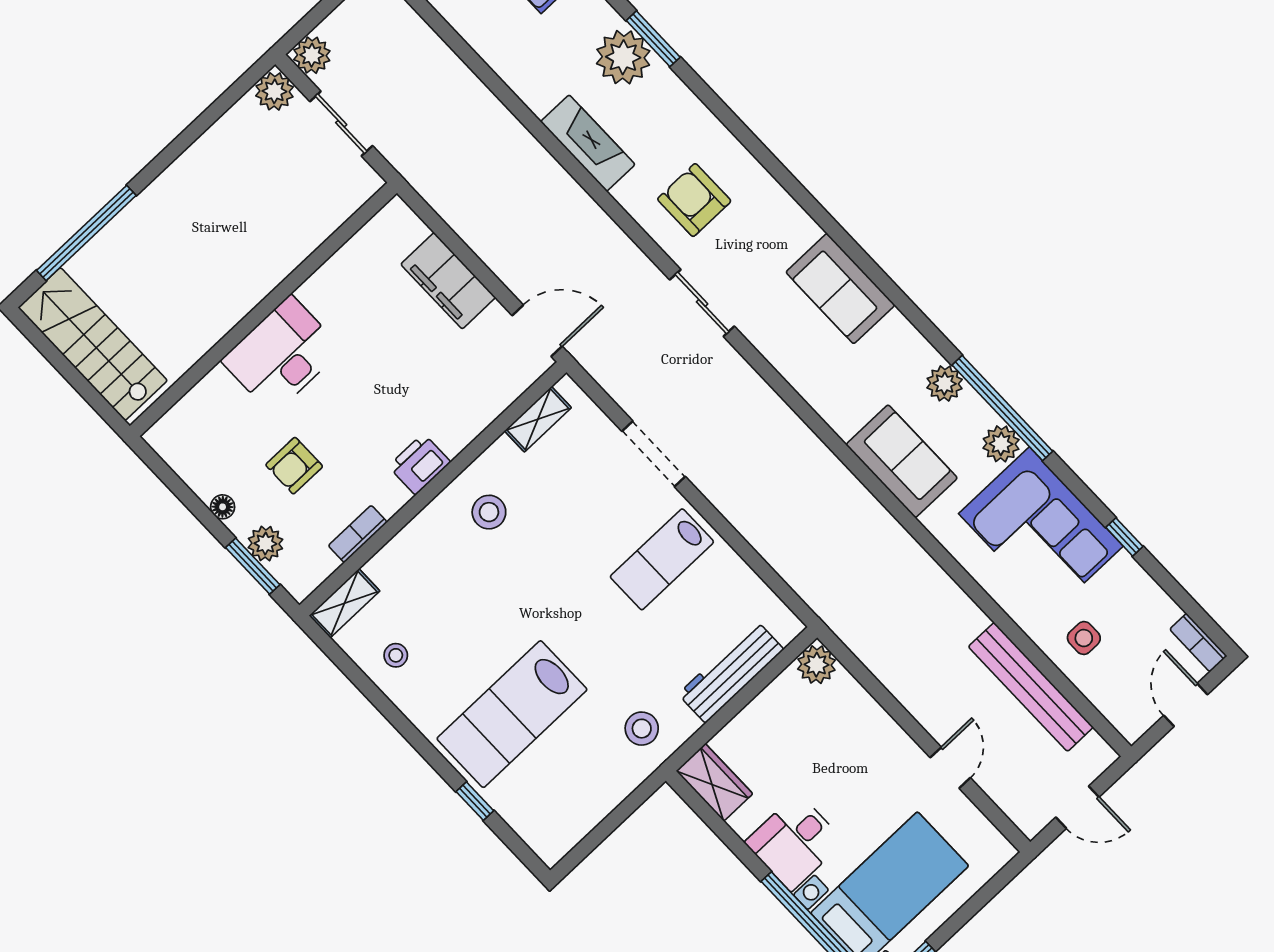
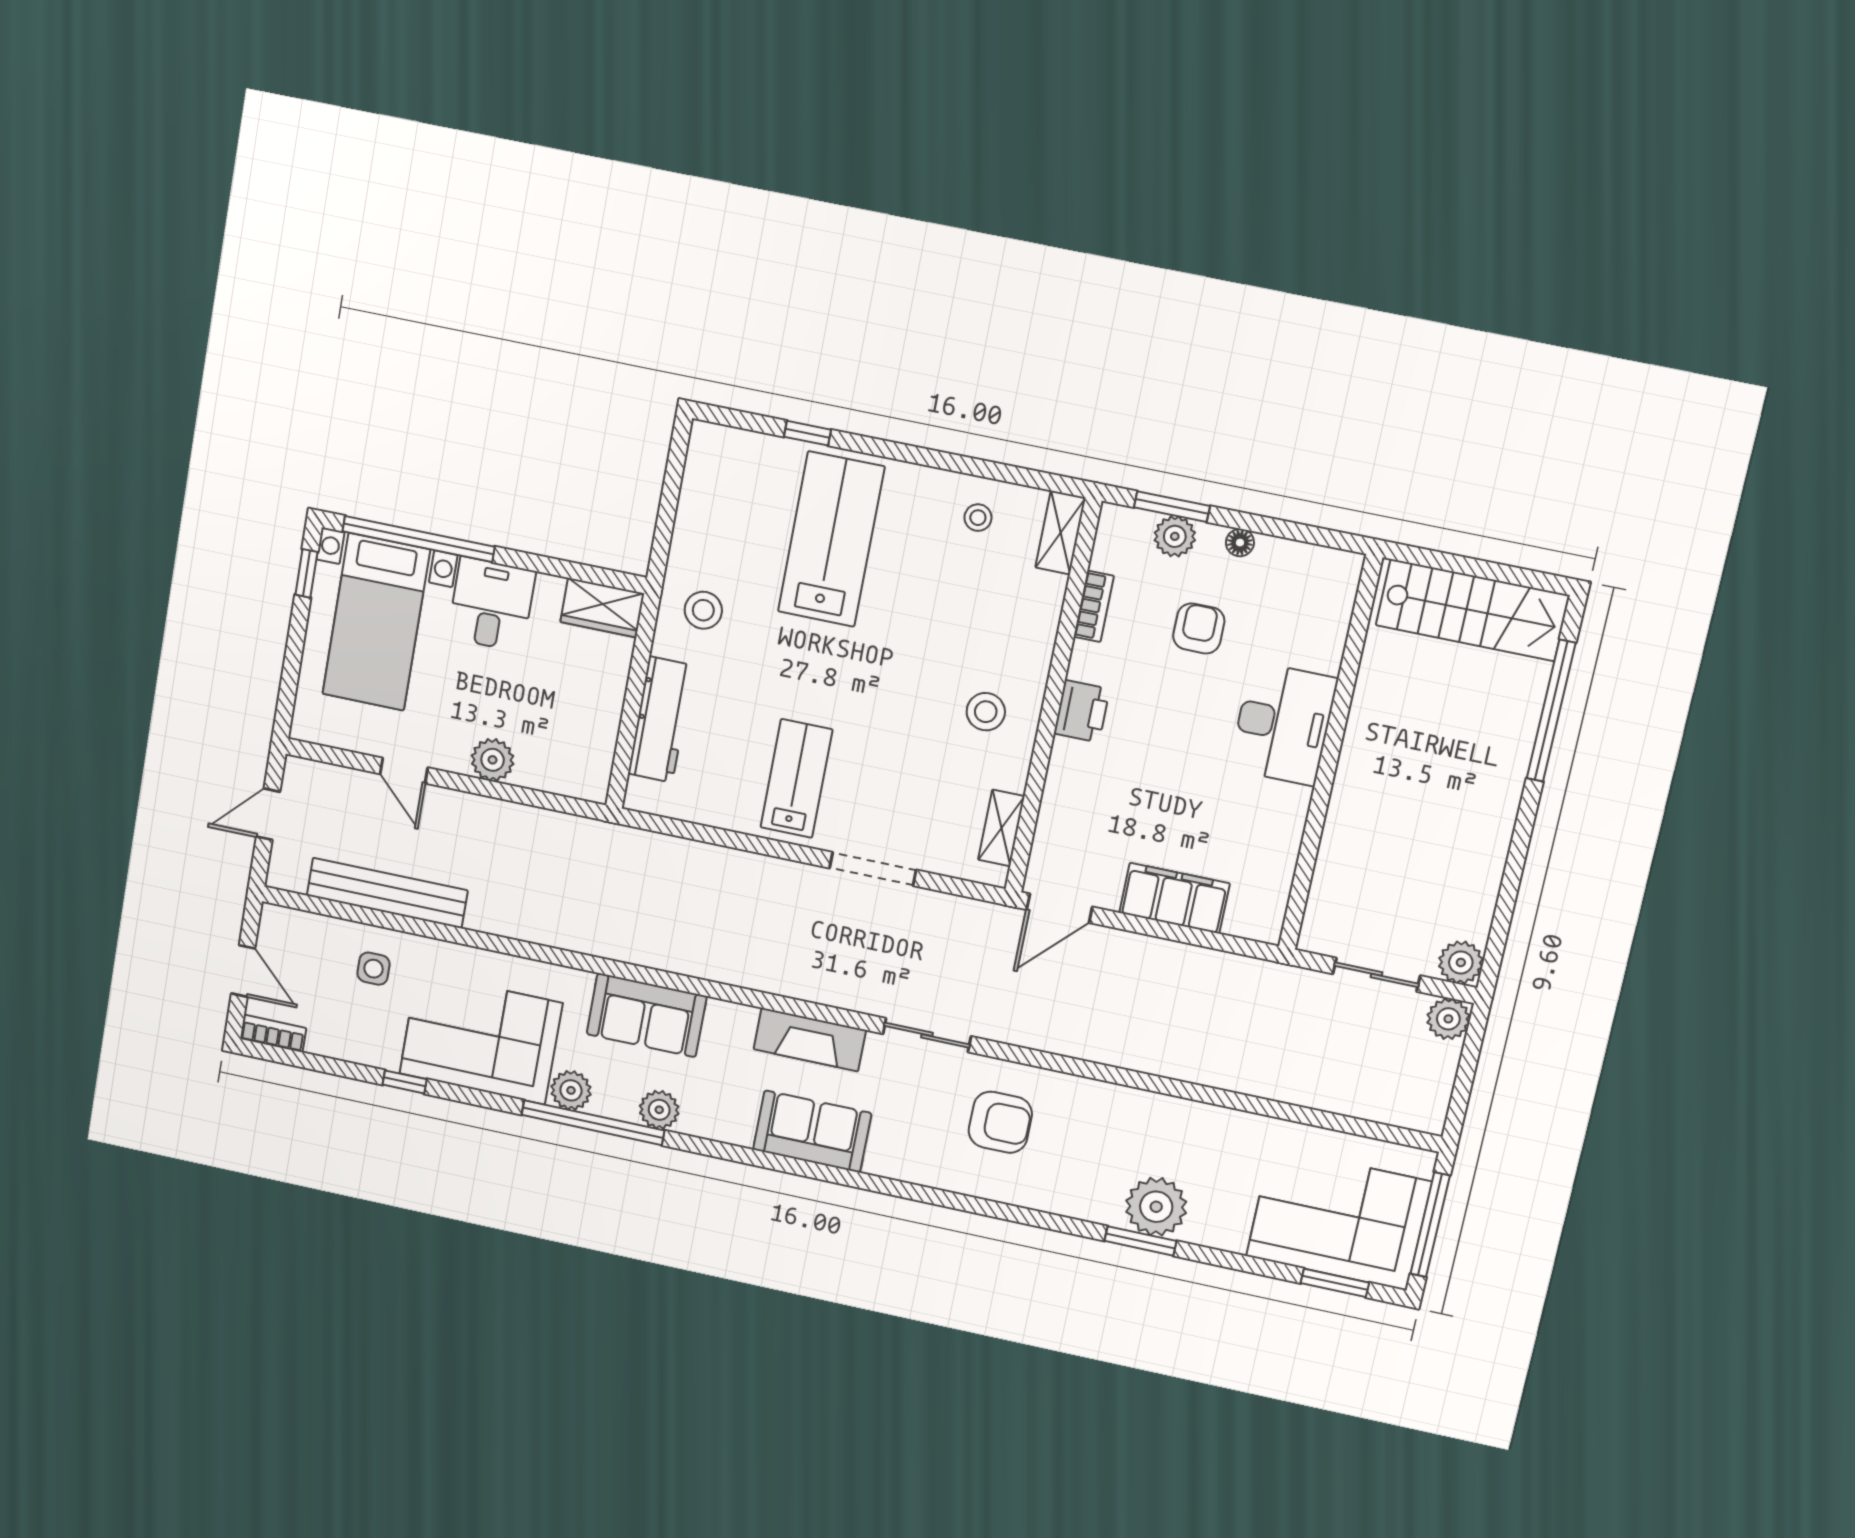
fireplace: (588, 143) -> (810, 1040), moved
plant: (816, 665) -> (493, 760), moved

